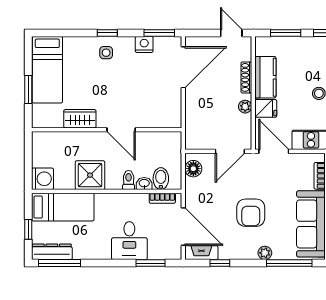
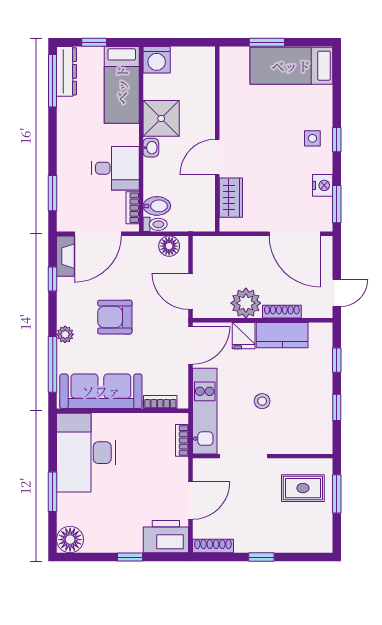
window: (286, 33) -> (337, 360), width x0.67
plant: (245, 107) -> (246, 303), width x1.87, depth x1.87
wardrobe: (80, 119) -> (231, 198), moved
toilet: (129, 180) -> (155, 224), moved
washbasin: (144, 183) -> (151, 148), moved
desk: (129, 241) -> (116, 168), moved, turned 180

